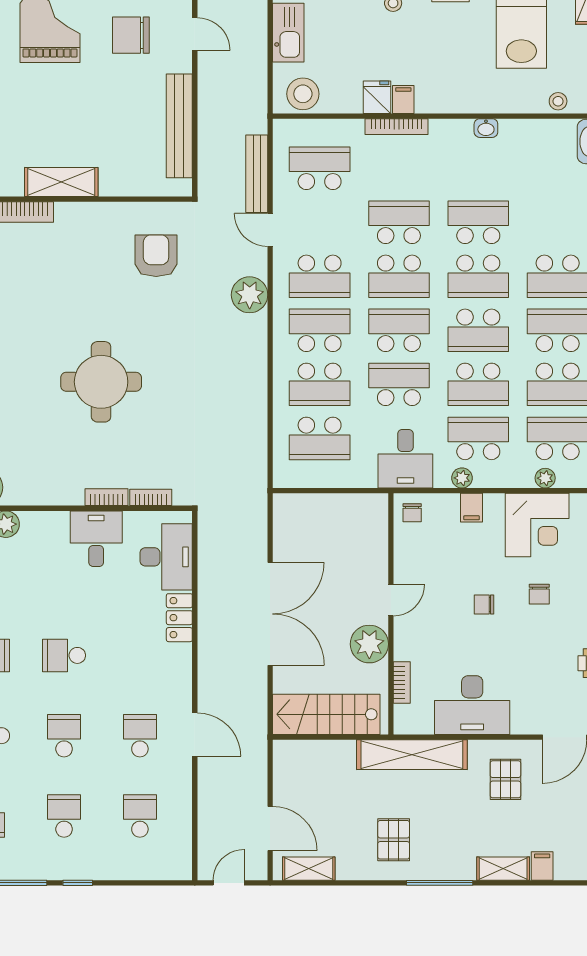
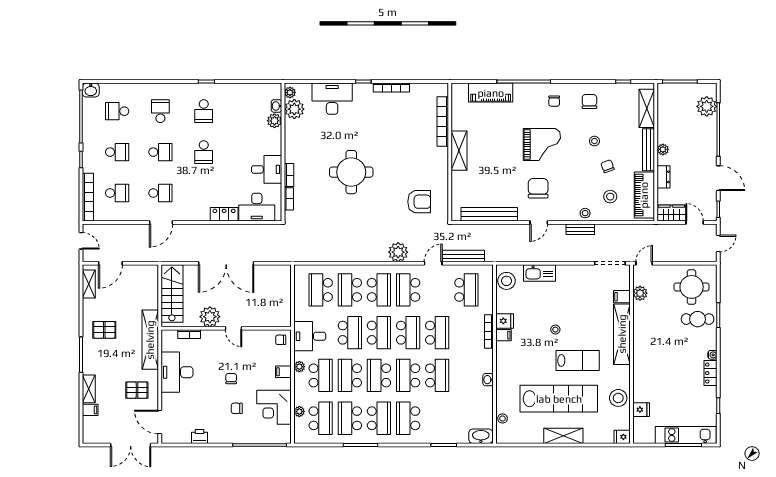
school desk: (399, 276) -> (408, 333), turned 180
school desk: (64, 655) -> (204, 152), turned 180
bookcase: (148, 870) -> (88, 197), added

